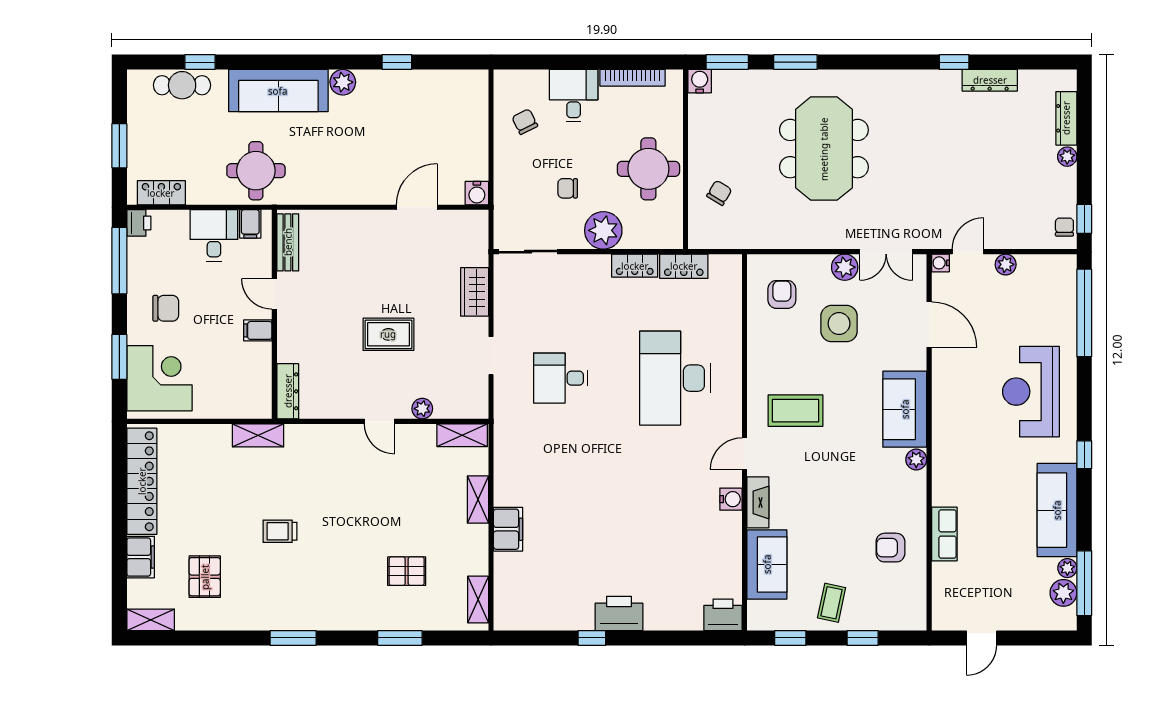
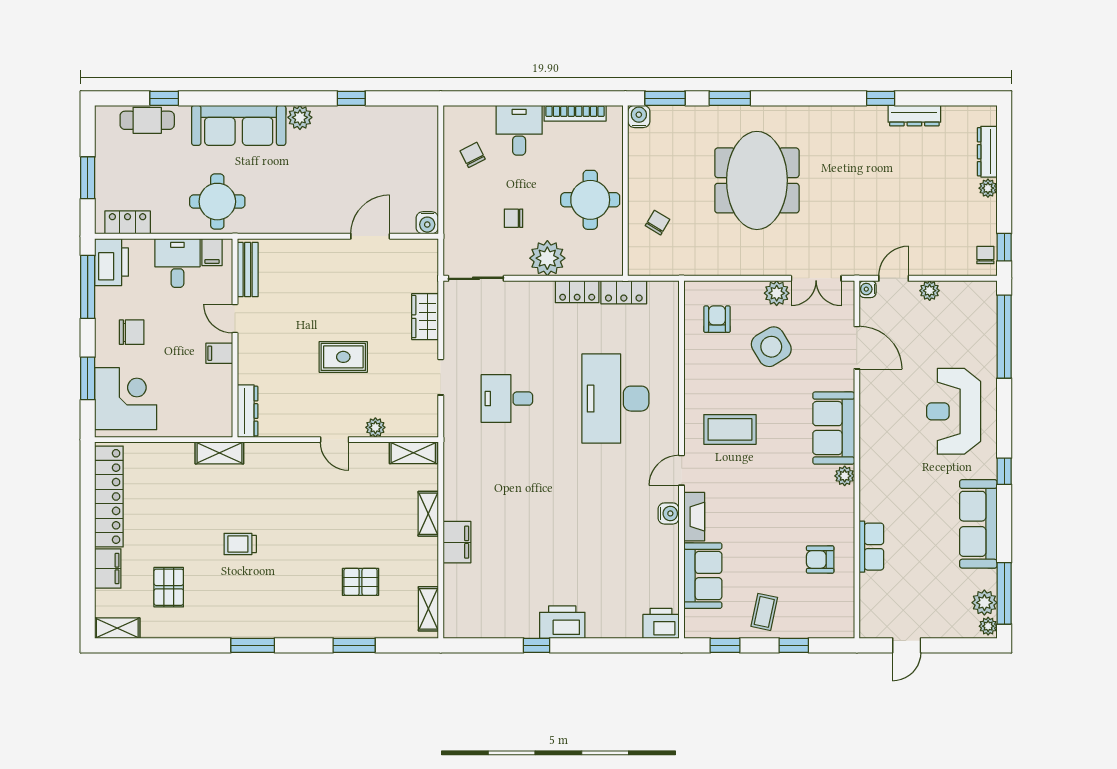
printer: (139, 223) -> (112, 262), width x1.87, depth x1.48
side table: (839, 324) -> (771, 347), turned -31
plant: (1067, 568) -> (988, 626), moved

